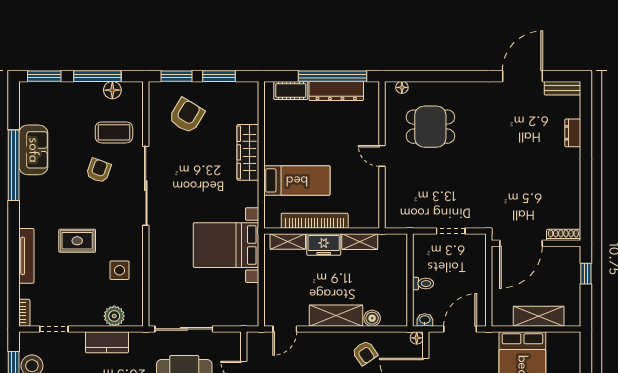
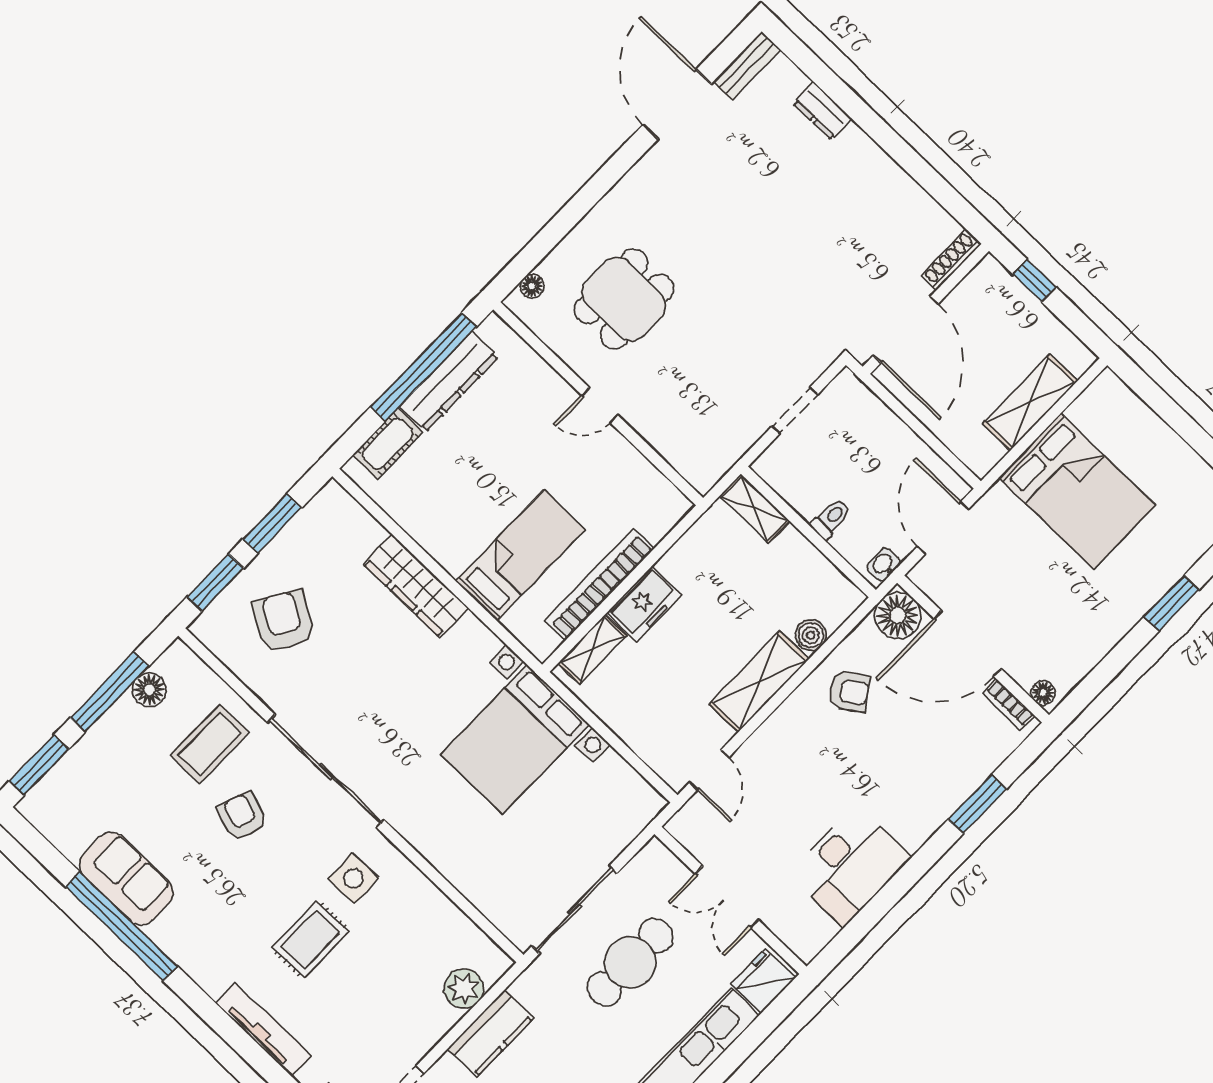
shelving: (360, 242) -> (755, 508), moved, turned 90
side table: (120, 270) -> (354, 878), moved
floor lamp: (417, 338) -> (898, 615), width x1.89, depth x1.89

